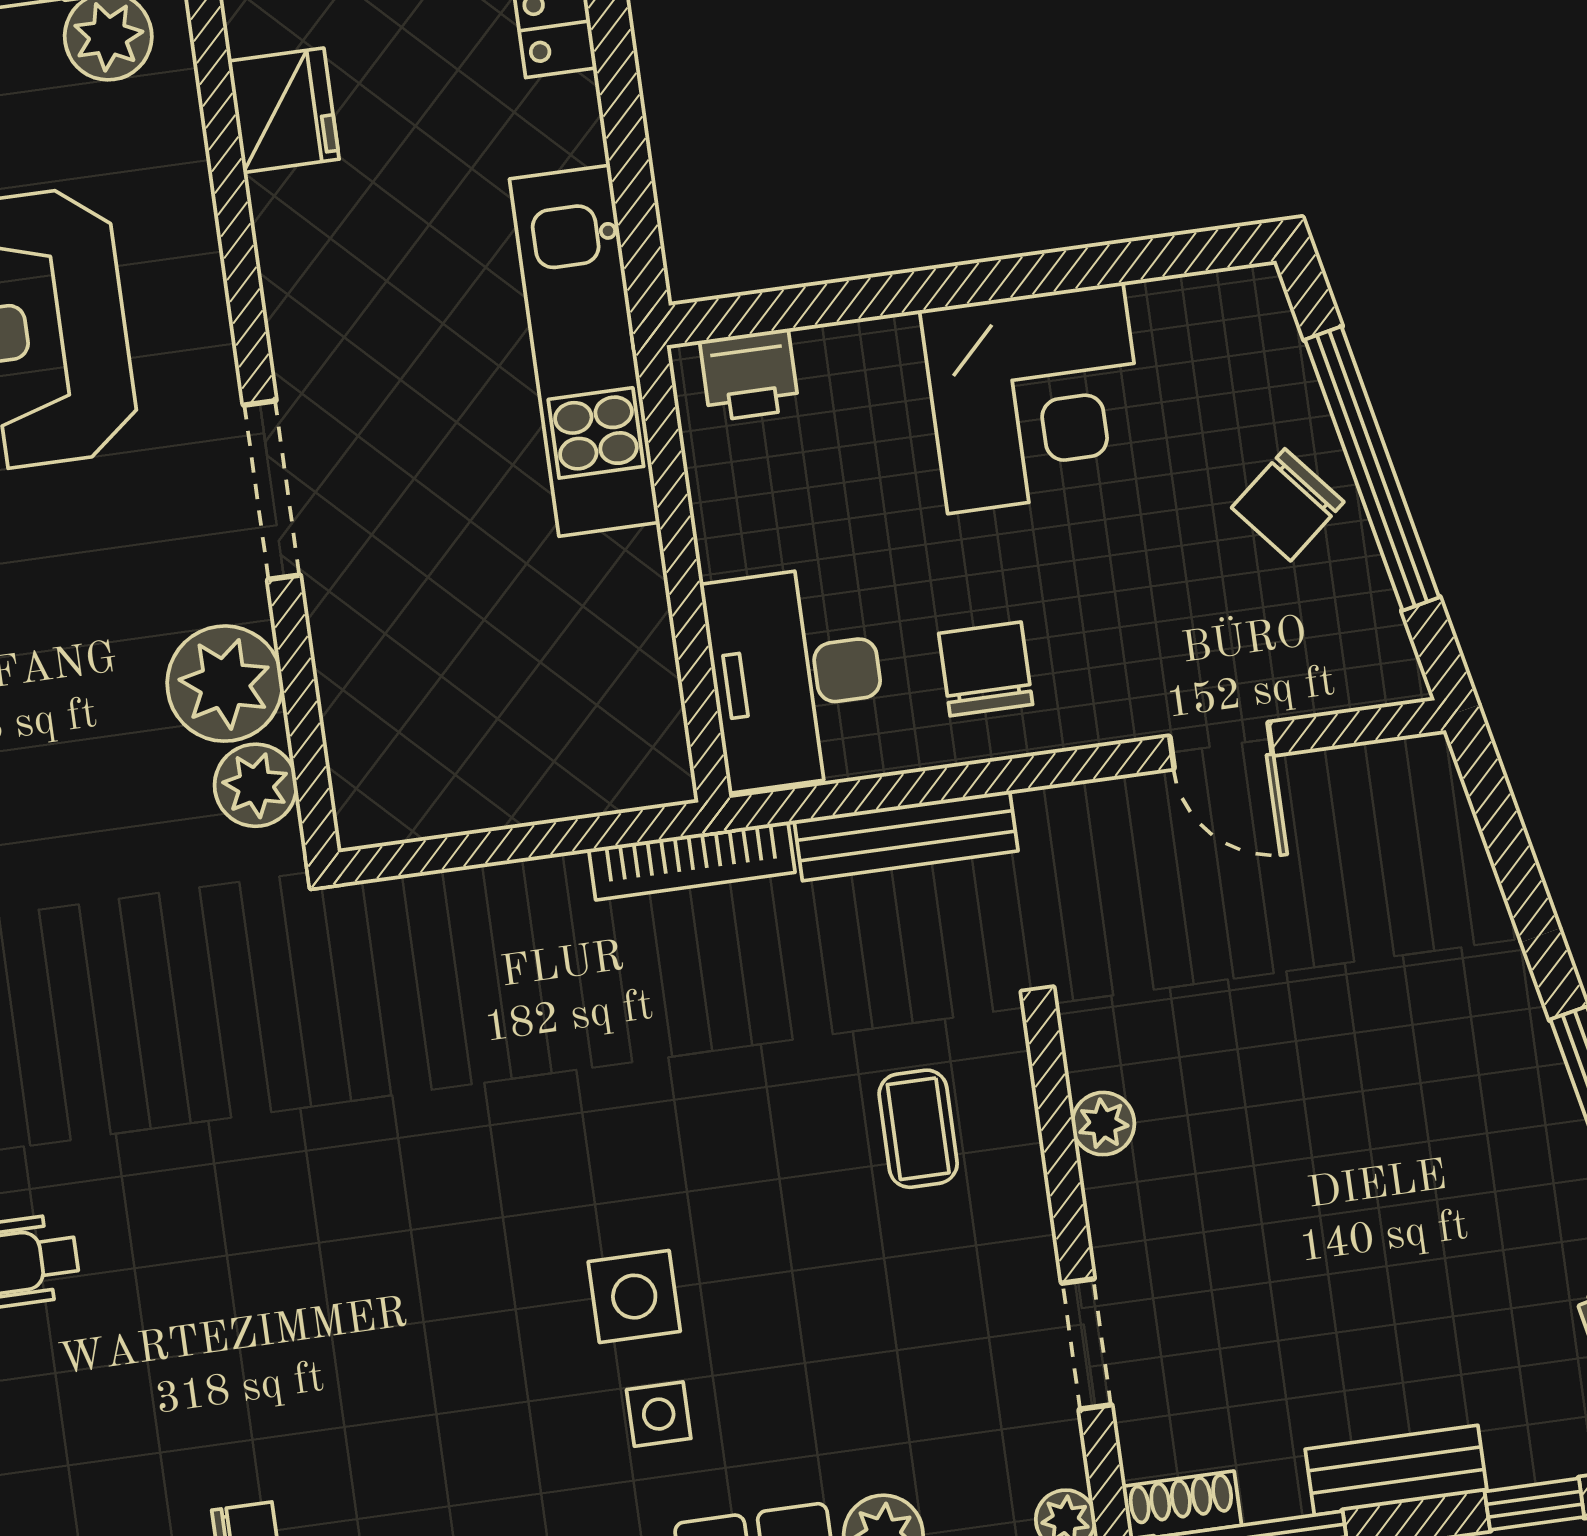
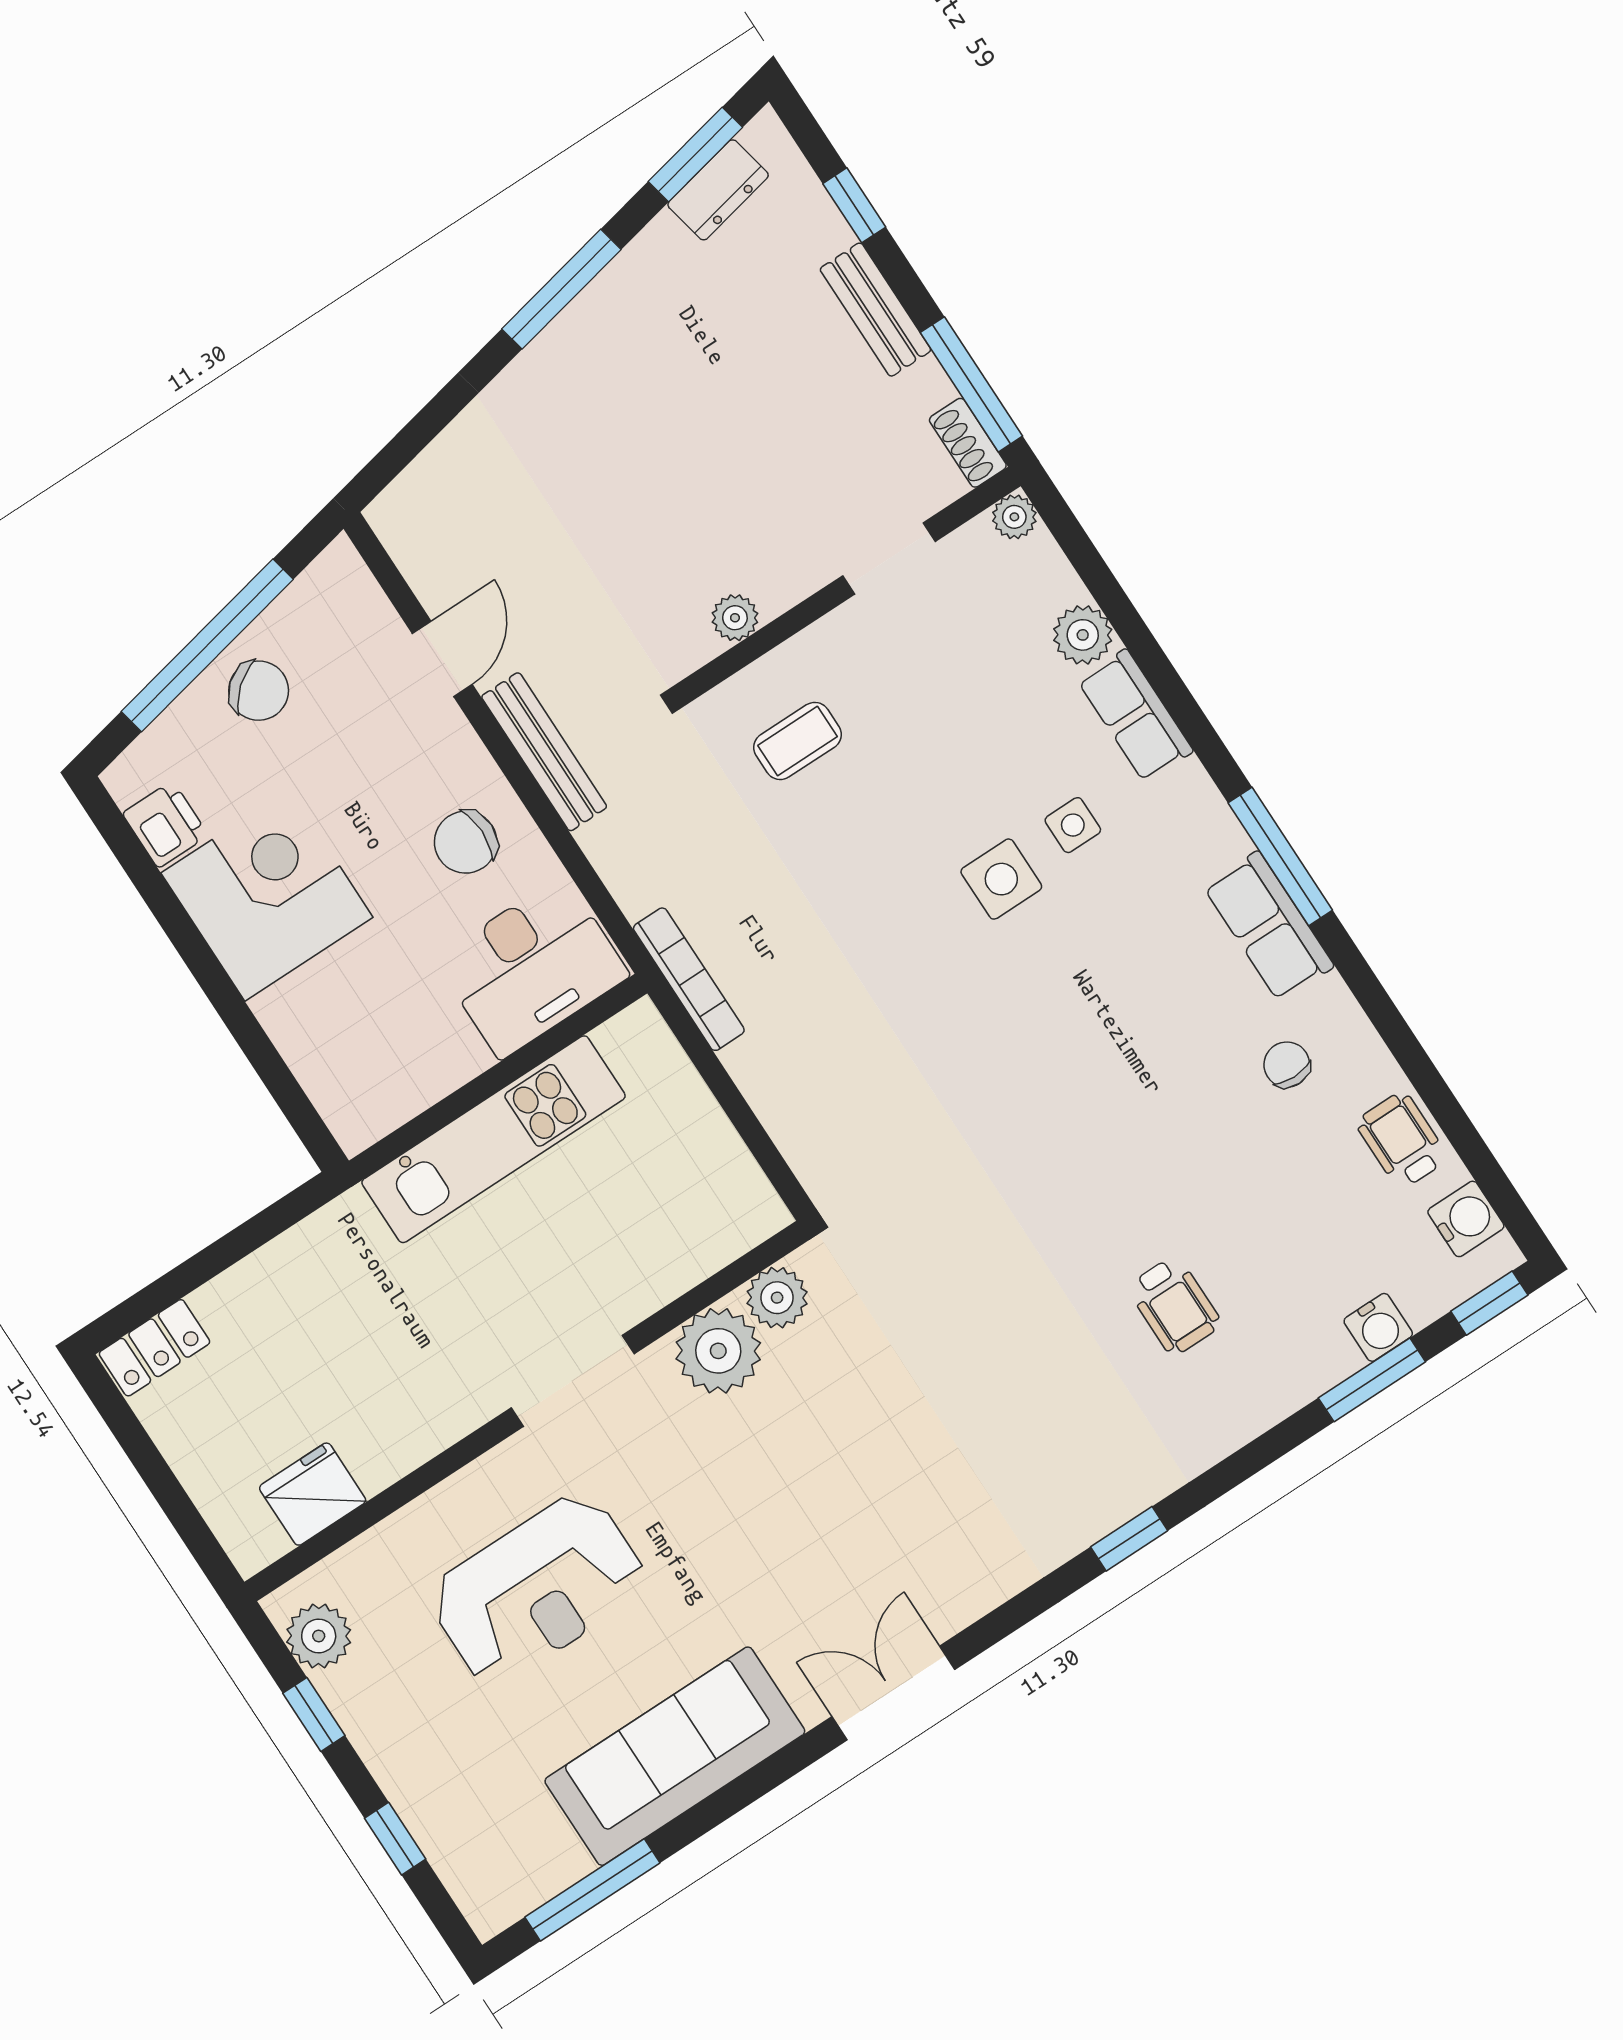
kitchen unit: (585, 351) -> (494, 1139), moved
printer: (749, 375) -> (165, 824), moved
bench: (906, 836) -> (544, 752), moved

